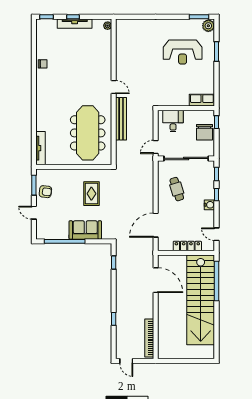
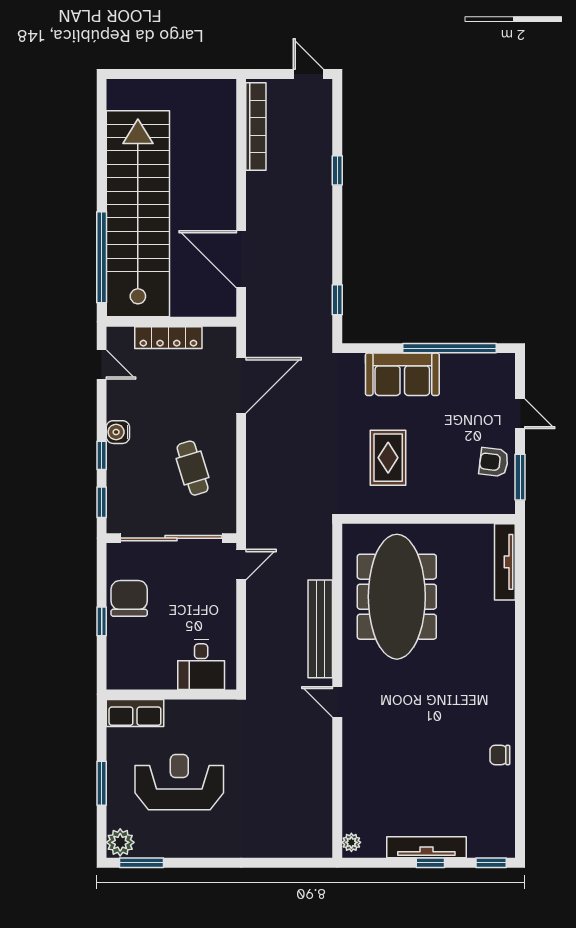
row of seats: (202, 100) -> (135, 713), moved
wall: (186, 108) -> (171, 694), moved
desk: (173, 121) -> (201, 665), moved

